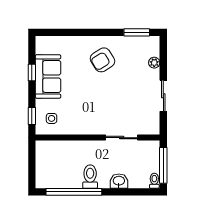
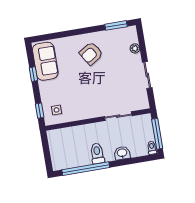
sofa: (48, 76) -> (45, 61), moved

